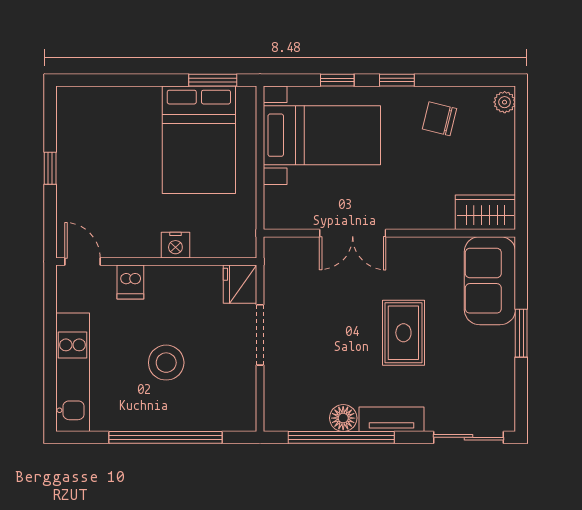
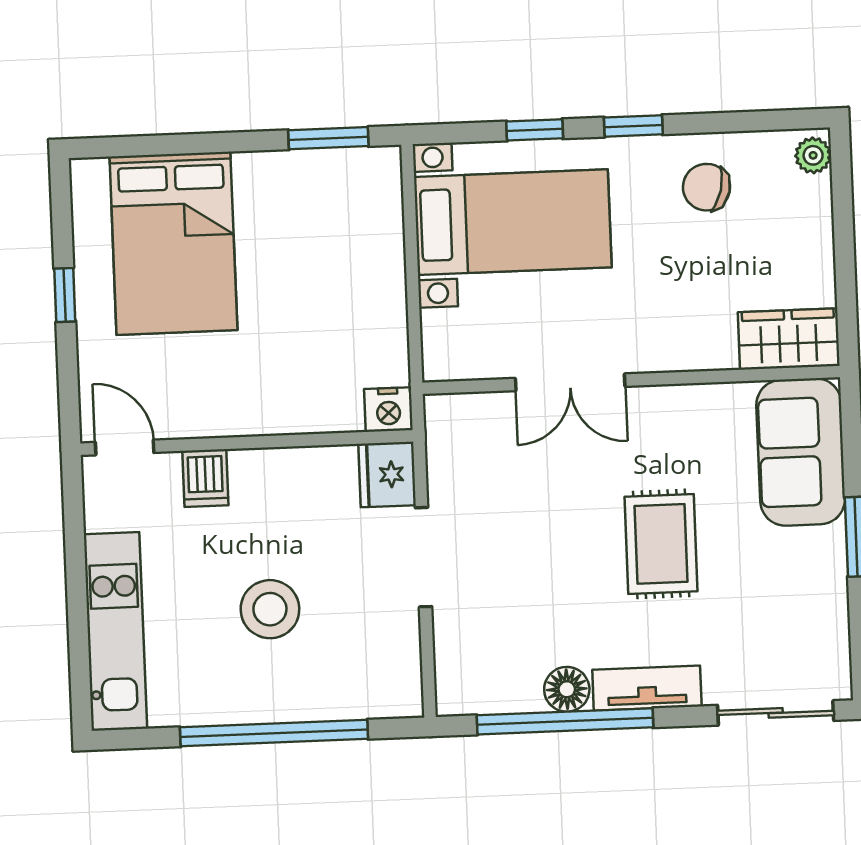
bed: (199, 140) -> (173, 243), moved
nightstand: (175, 245) -> (388, 410), moved

